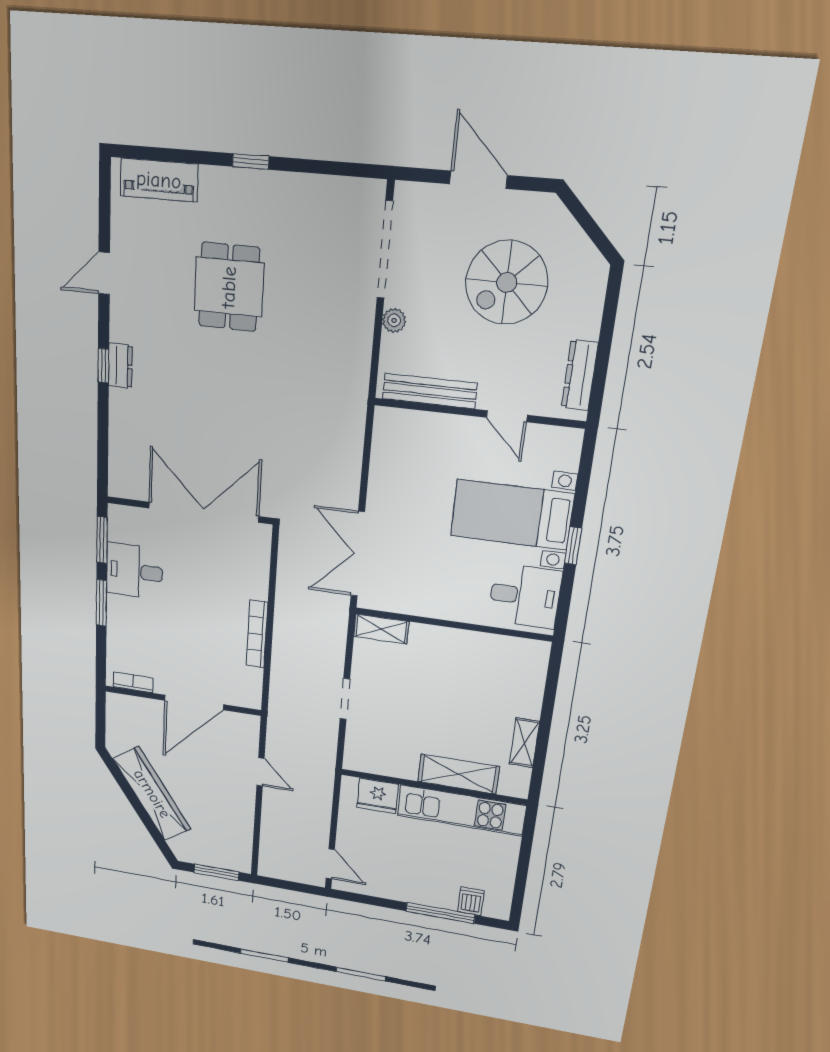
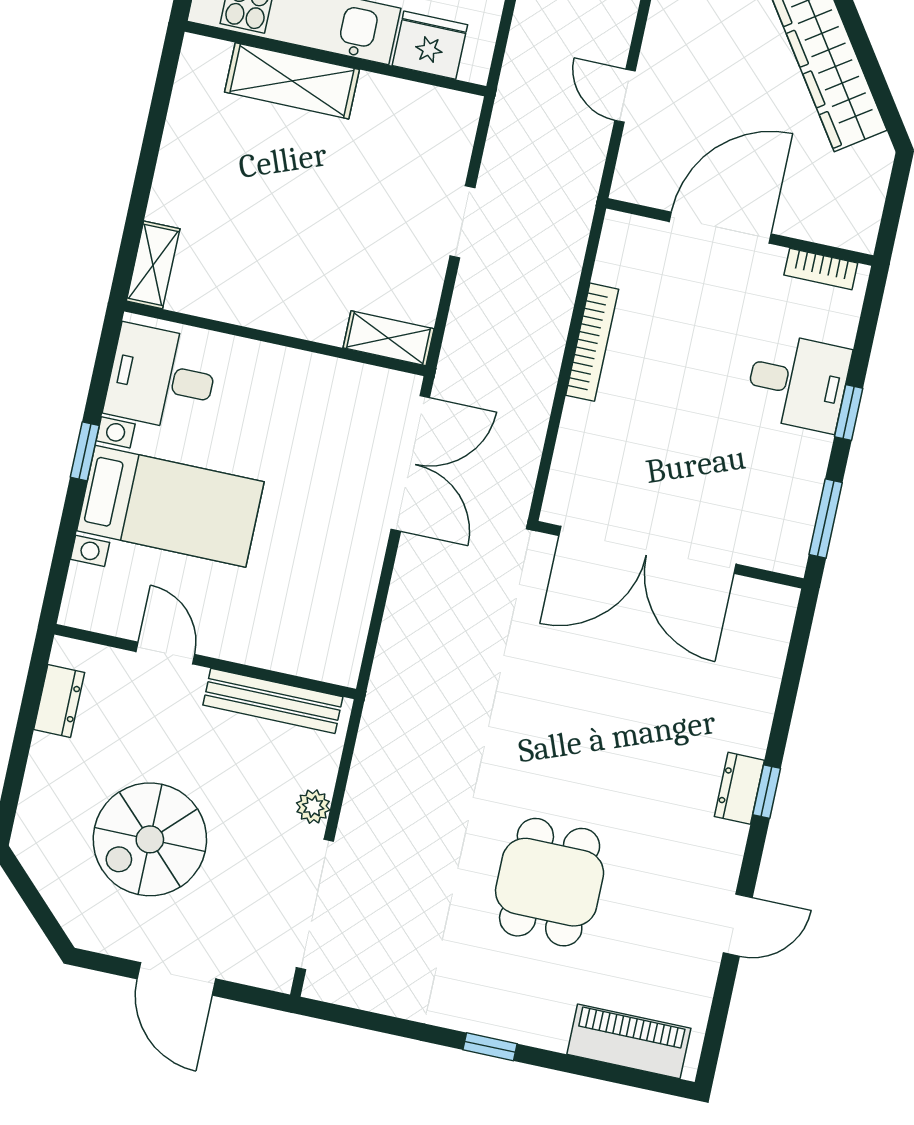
spiral stairs: (507, 282) -> (150, 839), turned 180
dresser: (580, 375) -> (59, 701), width x0.70
desk: (134, 571) -> (798, 382), moved
window: (101, 603) -> (849, 412), width x0.67
shelving: (525, 743) -> (153, 265), moved

